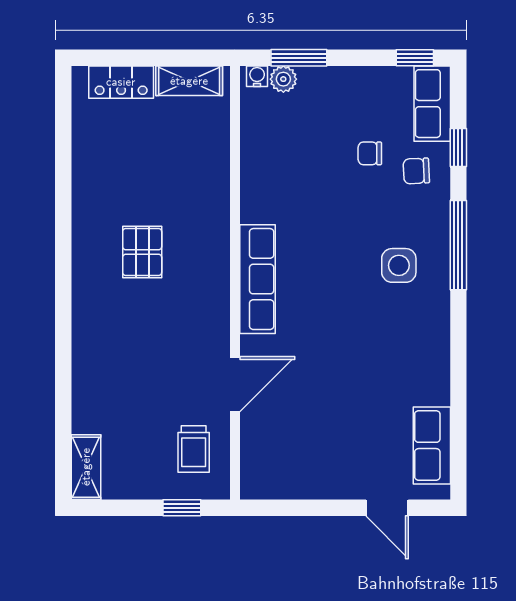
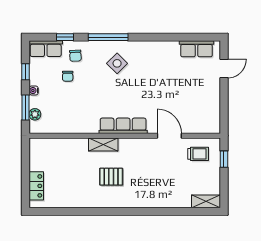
window: (415, 58) -> (25, 72), moved
water cooler: (257, 76) -> (34, 91), moved
shelving: (189, 81) -> (103, 144), moved, turned 90
side table: (399, 265) -> (117, 63), turned 45

